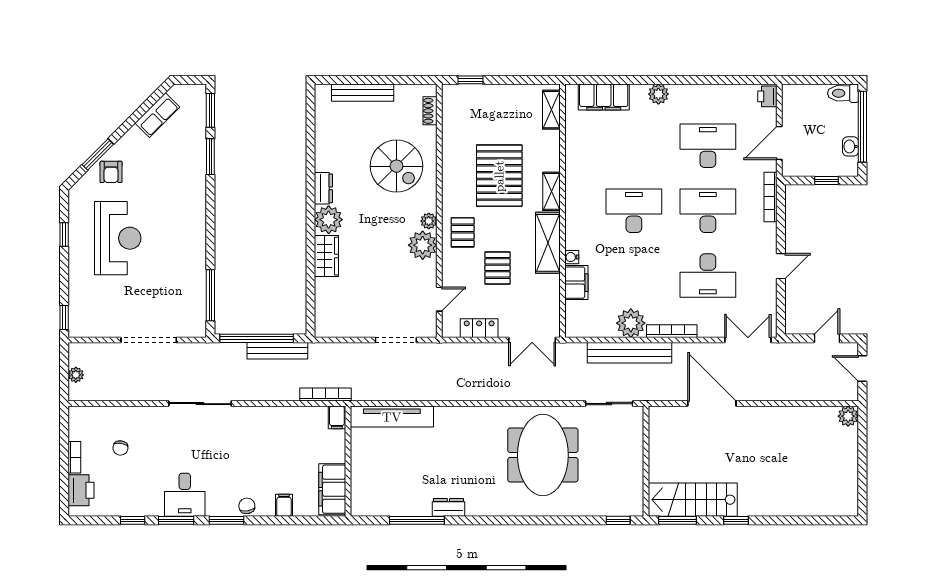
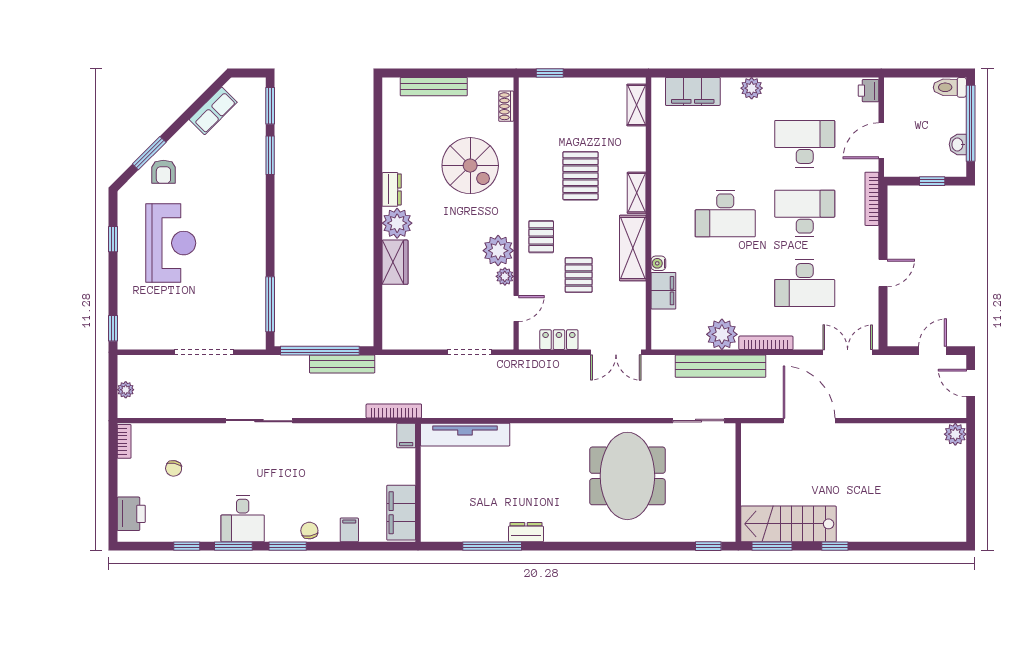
pallet: (499, 176) -> (581, 176), width x0.73, depth x0.71
desk: (634, 211) -> (725, 214), turned 180
plant: (429, 221) -> (505, 276), moved
bookcase: (74, 457) -> (124, 441), moved

